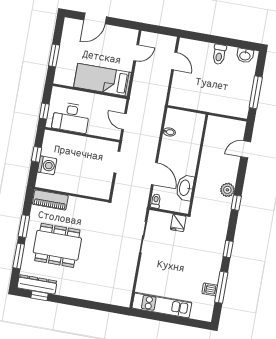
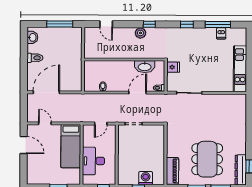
door: (95, 18) -> (24, 145), moved
door: (174, 61) -> (46, 92), width x1.88
desk: (71, 118) -> (93, 161), moved, turned 180

